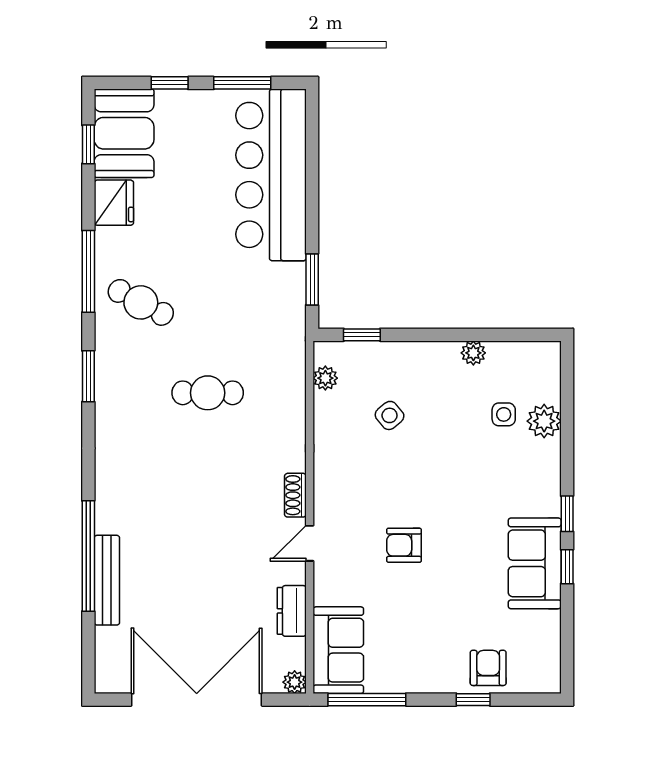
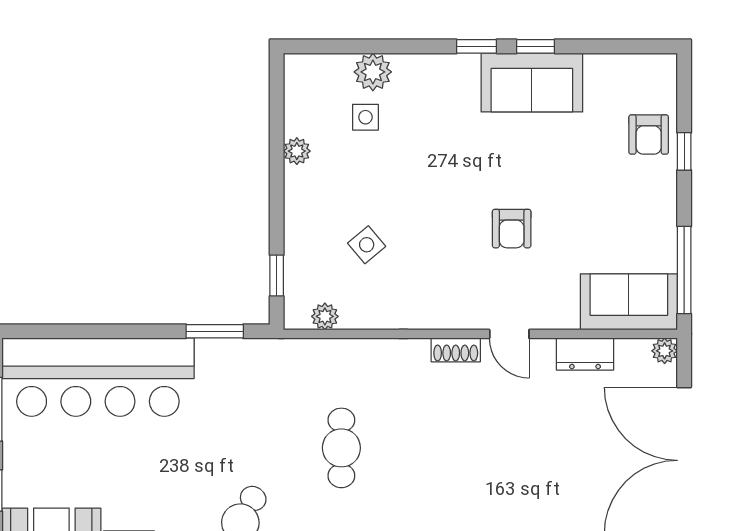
armchair: (488, 668) -> (649, 135), turned -90

